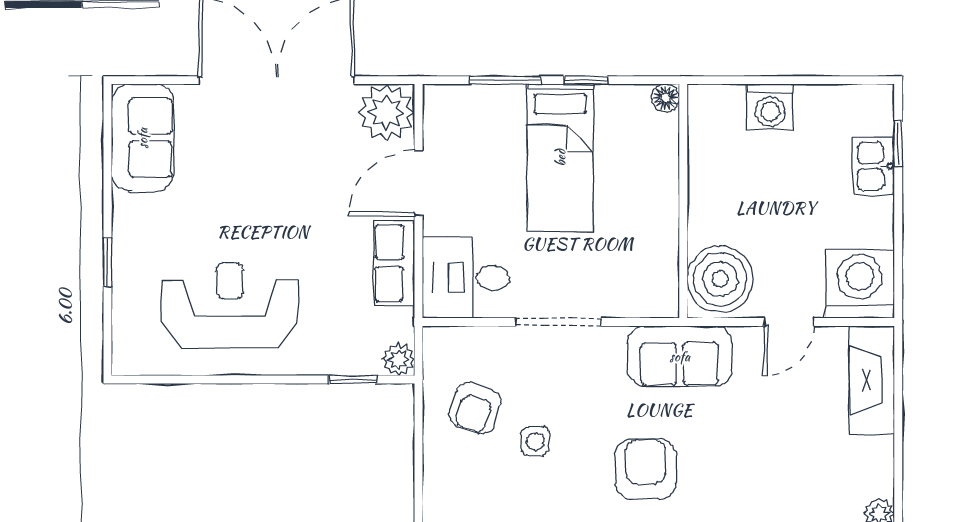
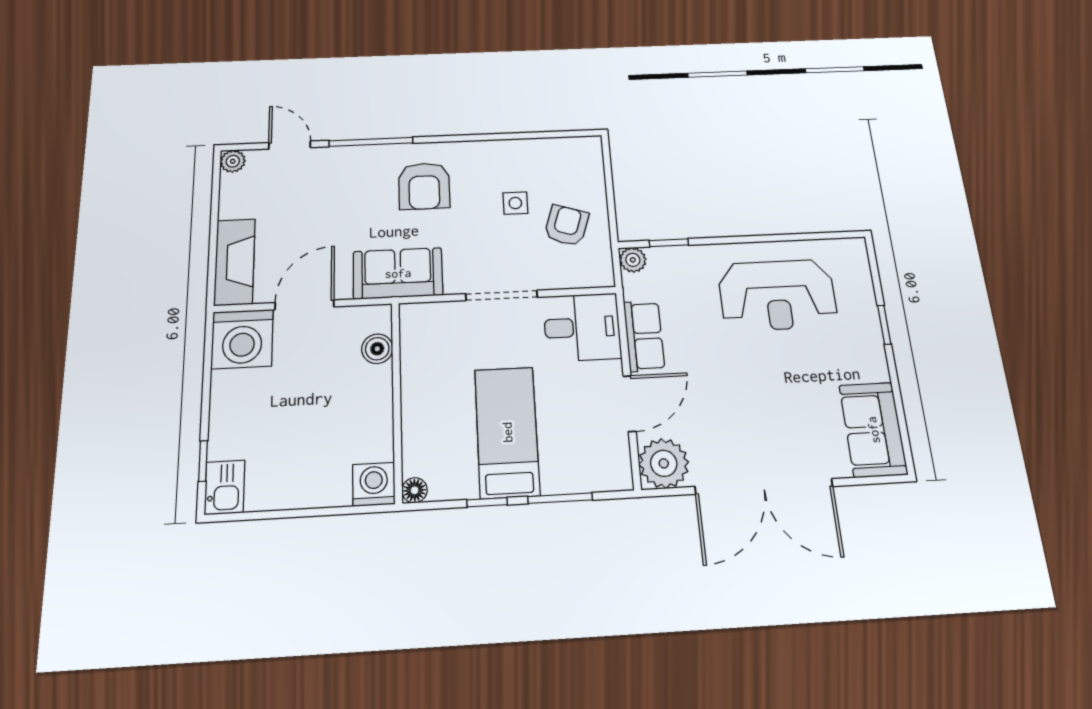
washing machine: (770, 107) -> (374, 484), moved
kitchen sink: (873, 166) -> (225, 487), moved
boiler: (720, 279) -> (377, 349), width x0.54, depth x0.54
door: (789, 322) -> (305, 305), width x1.38

